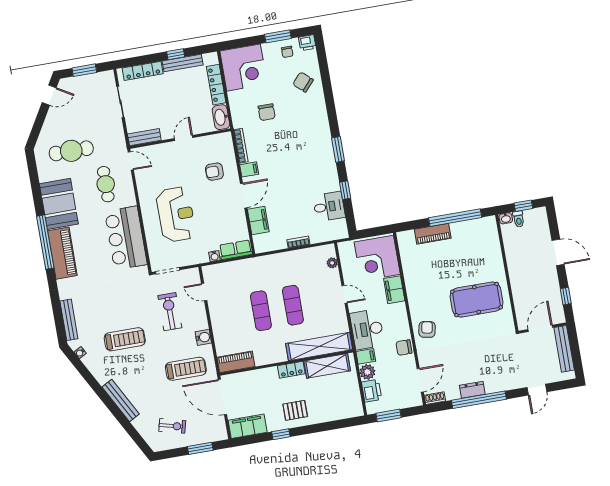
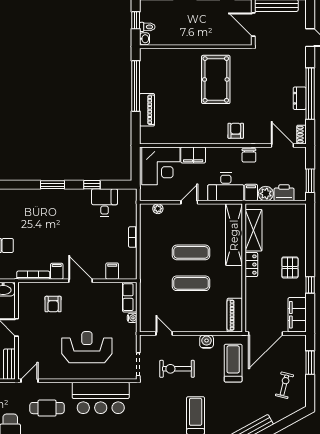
filing cabinet: (258, 220) -> (112, 271), width x0.50
door: (204, 292) -> (164, 333), swing flipped
armchair: (427, 329) -> (236, 131), turned 79

